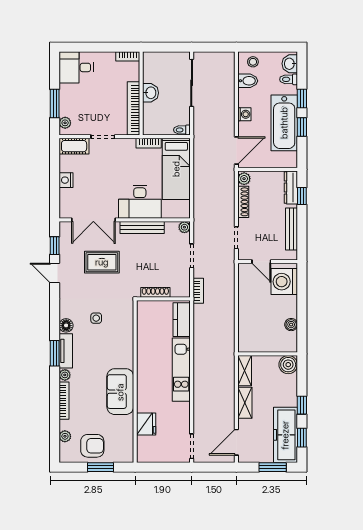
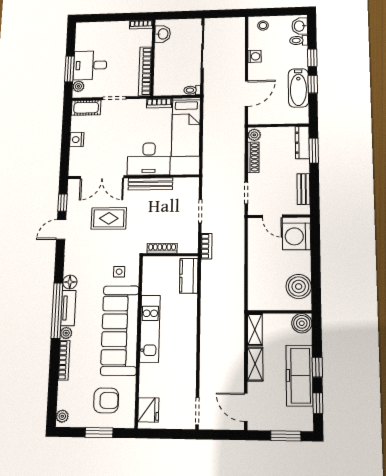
desk: (76, 67) -> (90, 65), moved
bidet: (248, 81) -> (258, 43), removed
washbasin: (150, 93) -> (163, 34), moved
washing machine: (244, 114) -> (255, 56), moved
bathtub: (284, 123) -> (298, 88), width x0.73, depth x0.73
door: (236, 150) -> (246, 94), moved
window: (302, 196) -> (314, 151), width x1.50
plant: (184, 227) -> (193, 183), removed
bench: (291, 229) -> (304, 189), width x0.73
door: (55, 273) -> (61, 229), hinge flipped
side table: (96, 318) -> (119, 272), moved
boiler: (291, 325) -> (299, 287), width x1.86, depth x1.86
window: (55, 353) -> (57, 310), width x2.11
kitchen unit: (181, 370) -> (150, 329), moved, turned 180
sofa: (120, 392) -> (120, 330), width x1.85, depth x1.27
fridge: (146, 424) -> (148, 410), moved
freezer: (285, 435) -> (299, 376), moved
plant: (65, 436) -> (62, 416), moved
door: (236, 442) -> (246, 407), hinge flipped
armchair: (92, 446) -> (106, 400), moved

